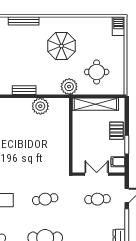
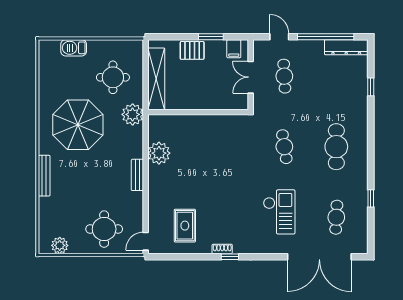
barbecue: (119, 26) -> (74, 48), moved
parasol: (61, 46) -> (78, 125), width x1.36, depth x1.36

